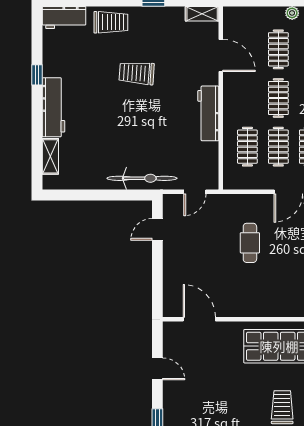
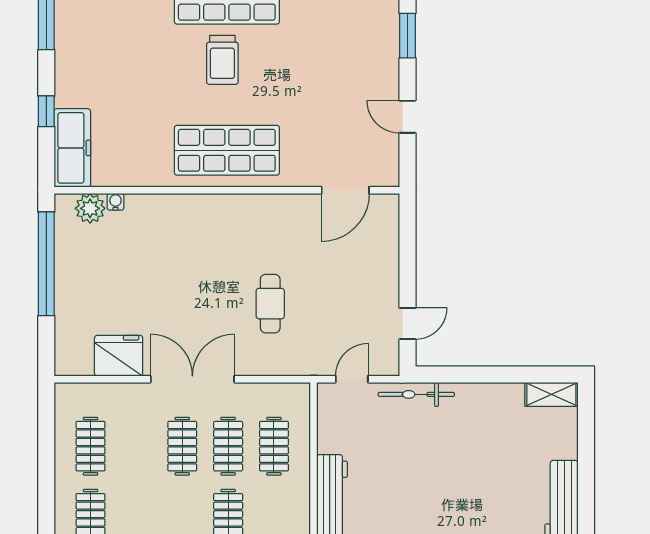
shelving: (50, 156) -> (551, 394), moved, turned 90
bicycle: (142, 178) -> (416, 394), width x0.73, depth x0.71
door: (199, 319) -> (345, 190), hinge flipped

